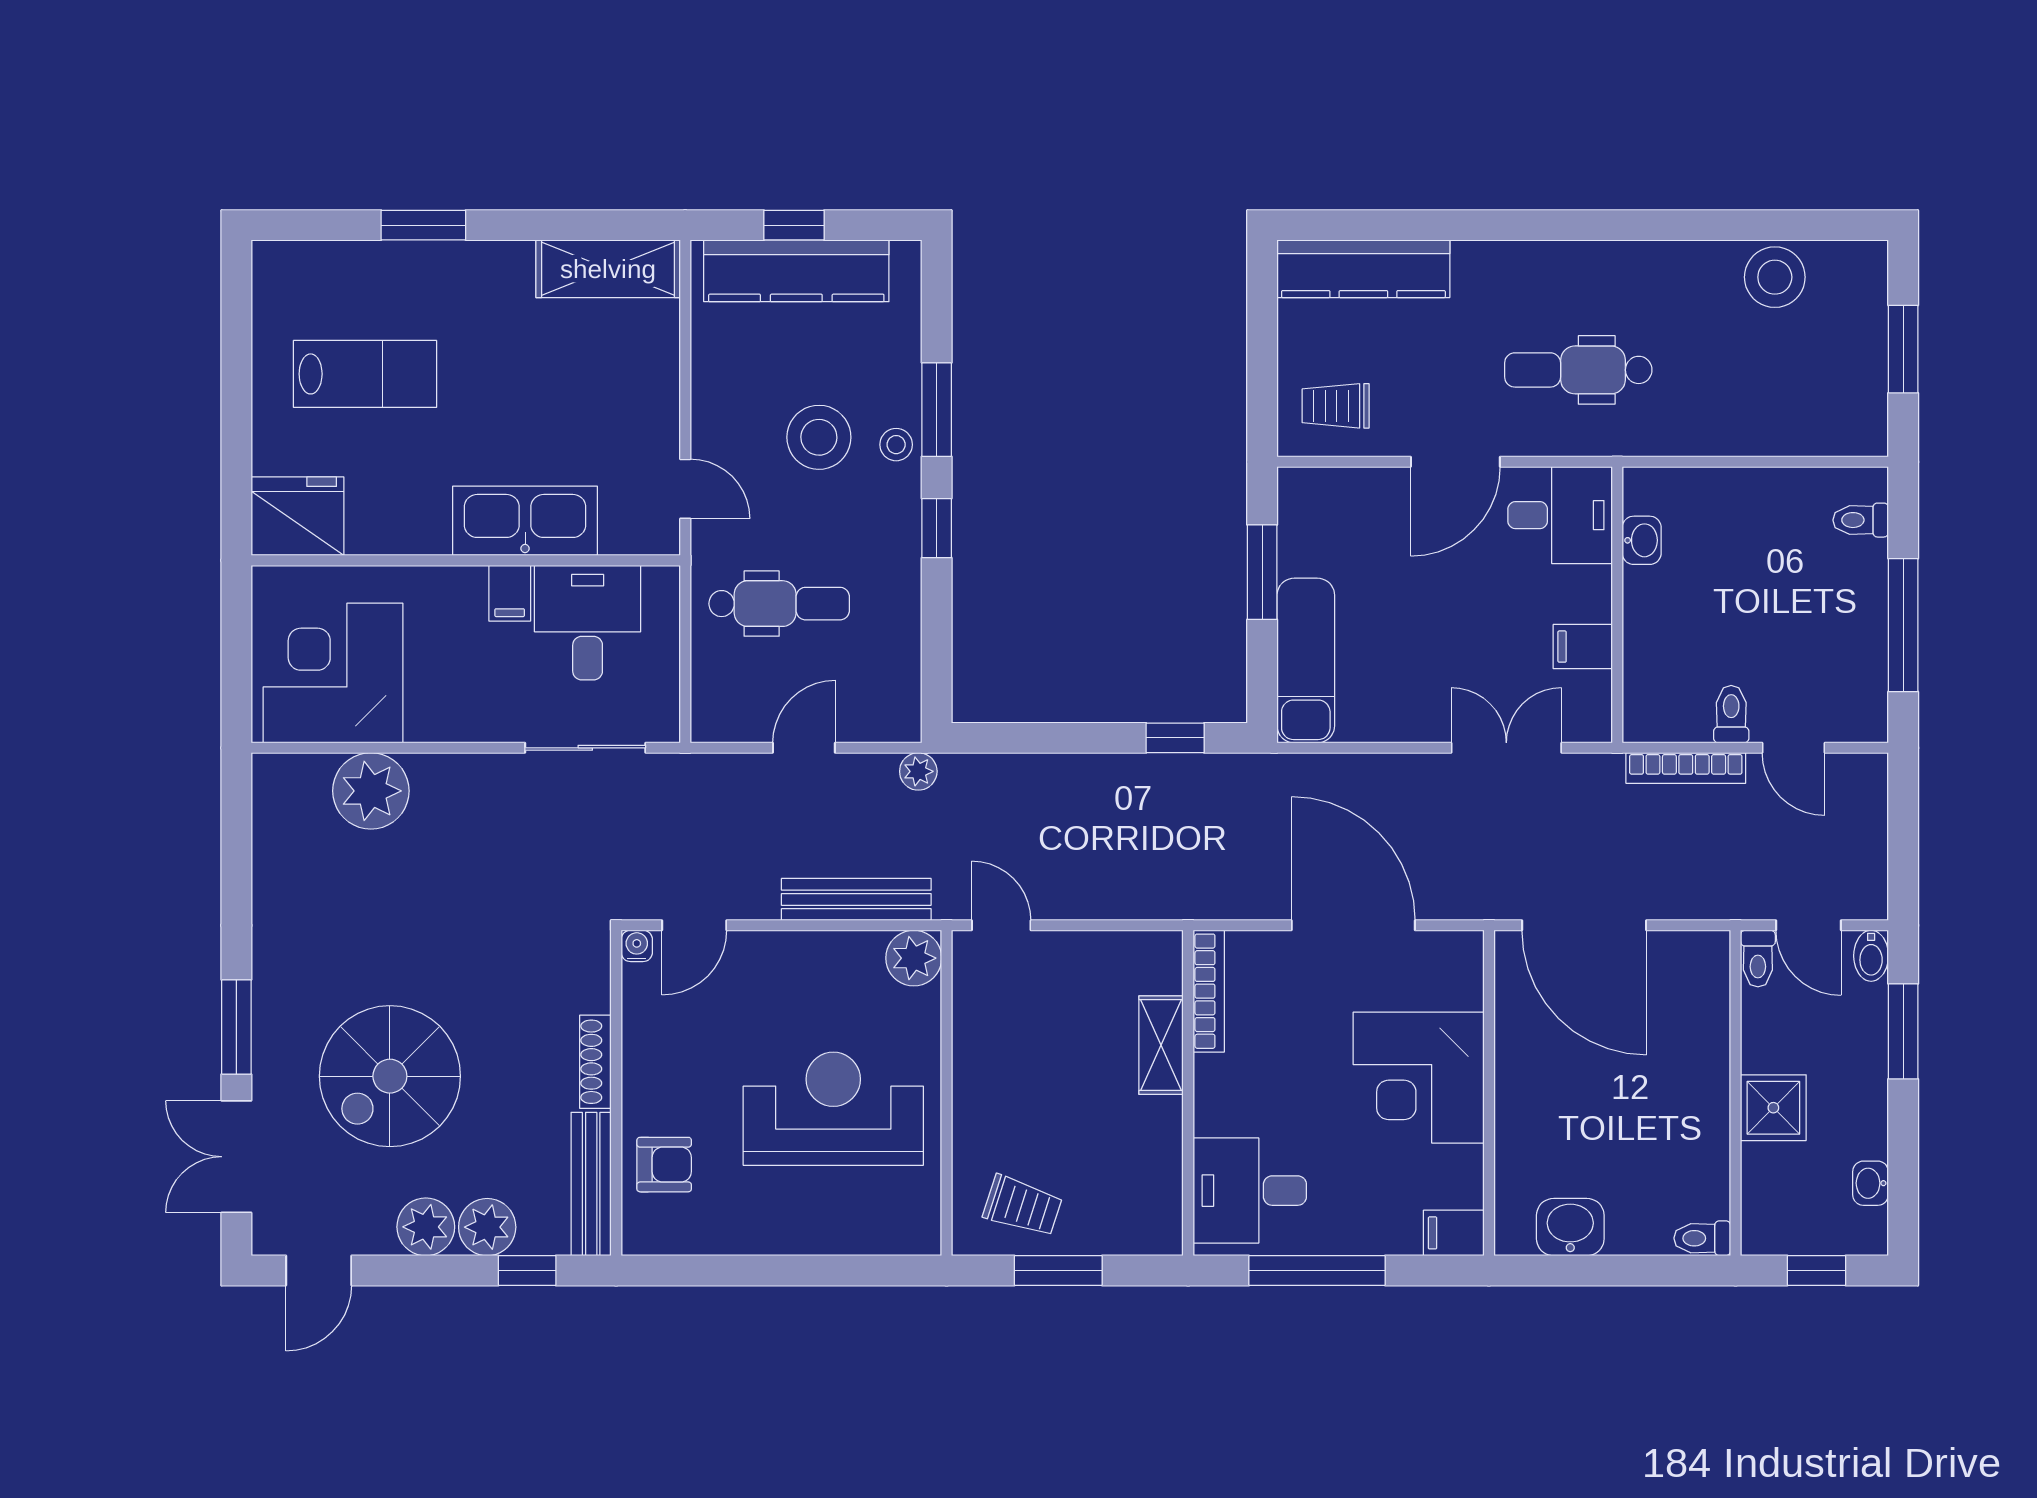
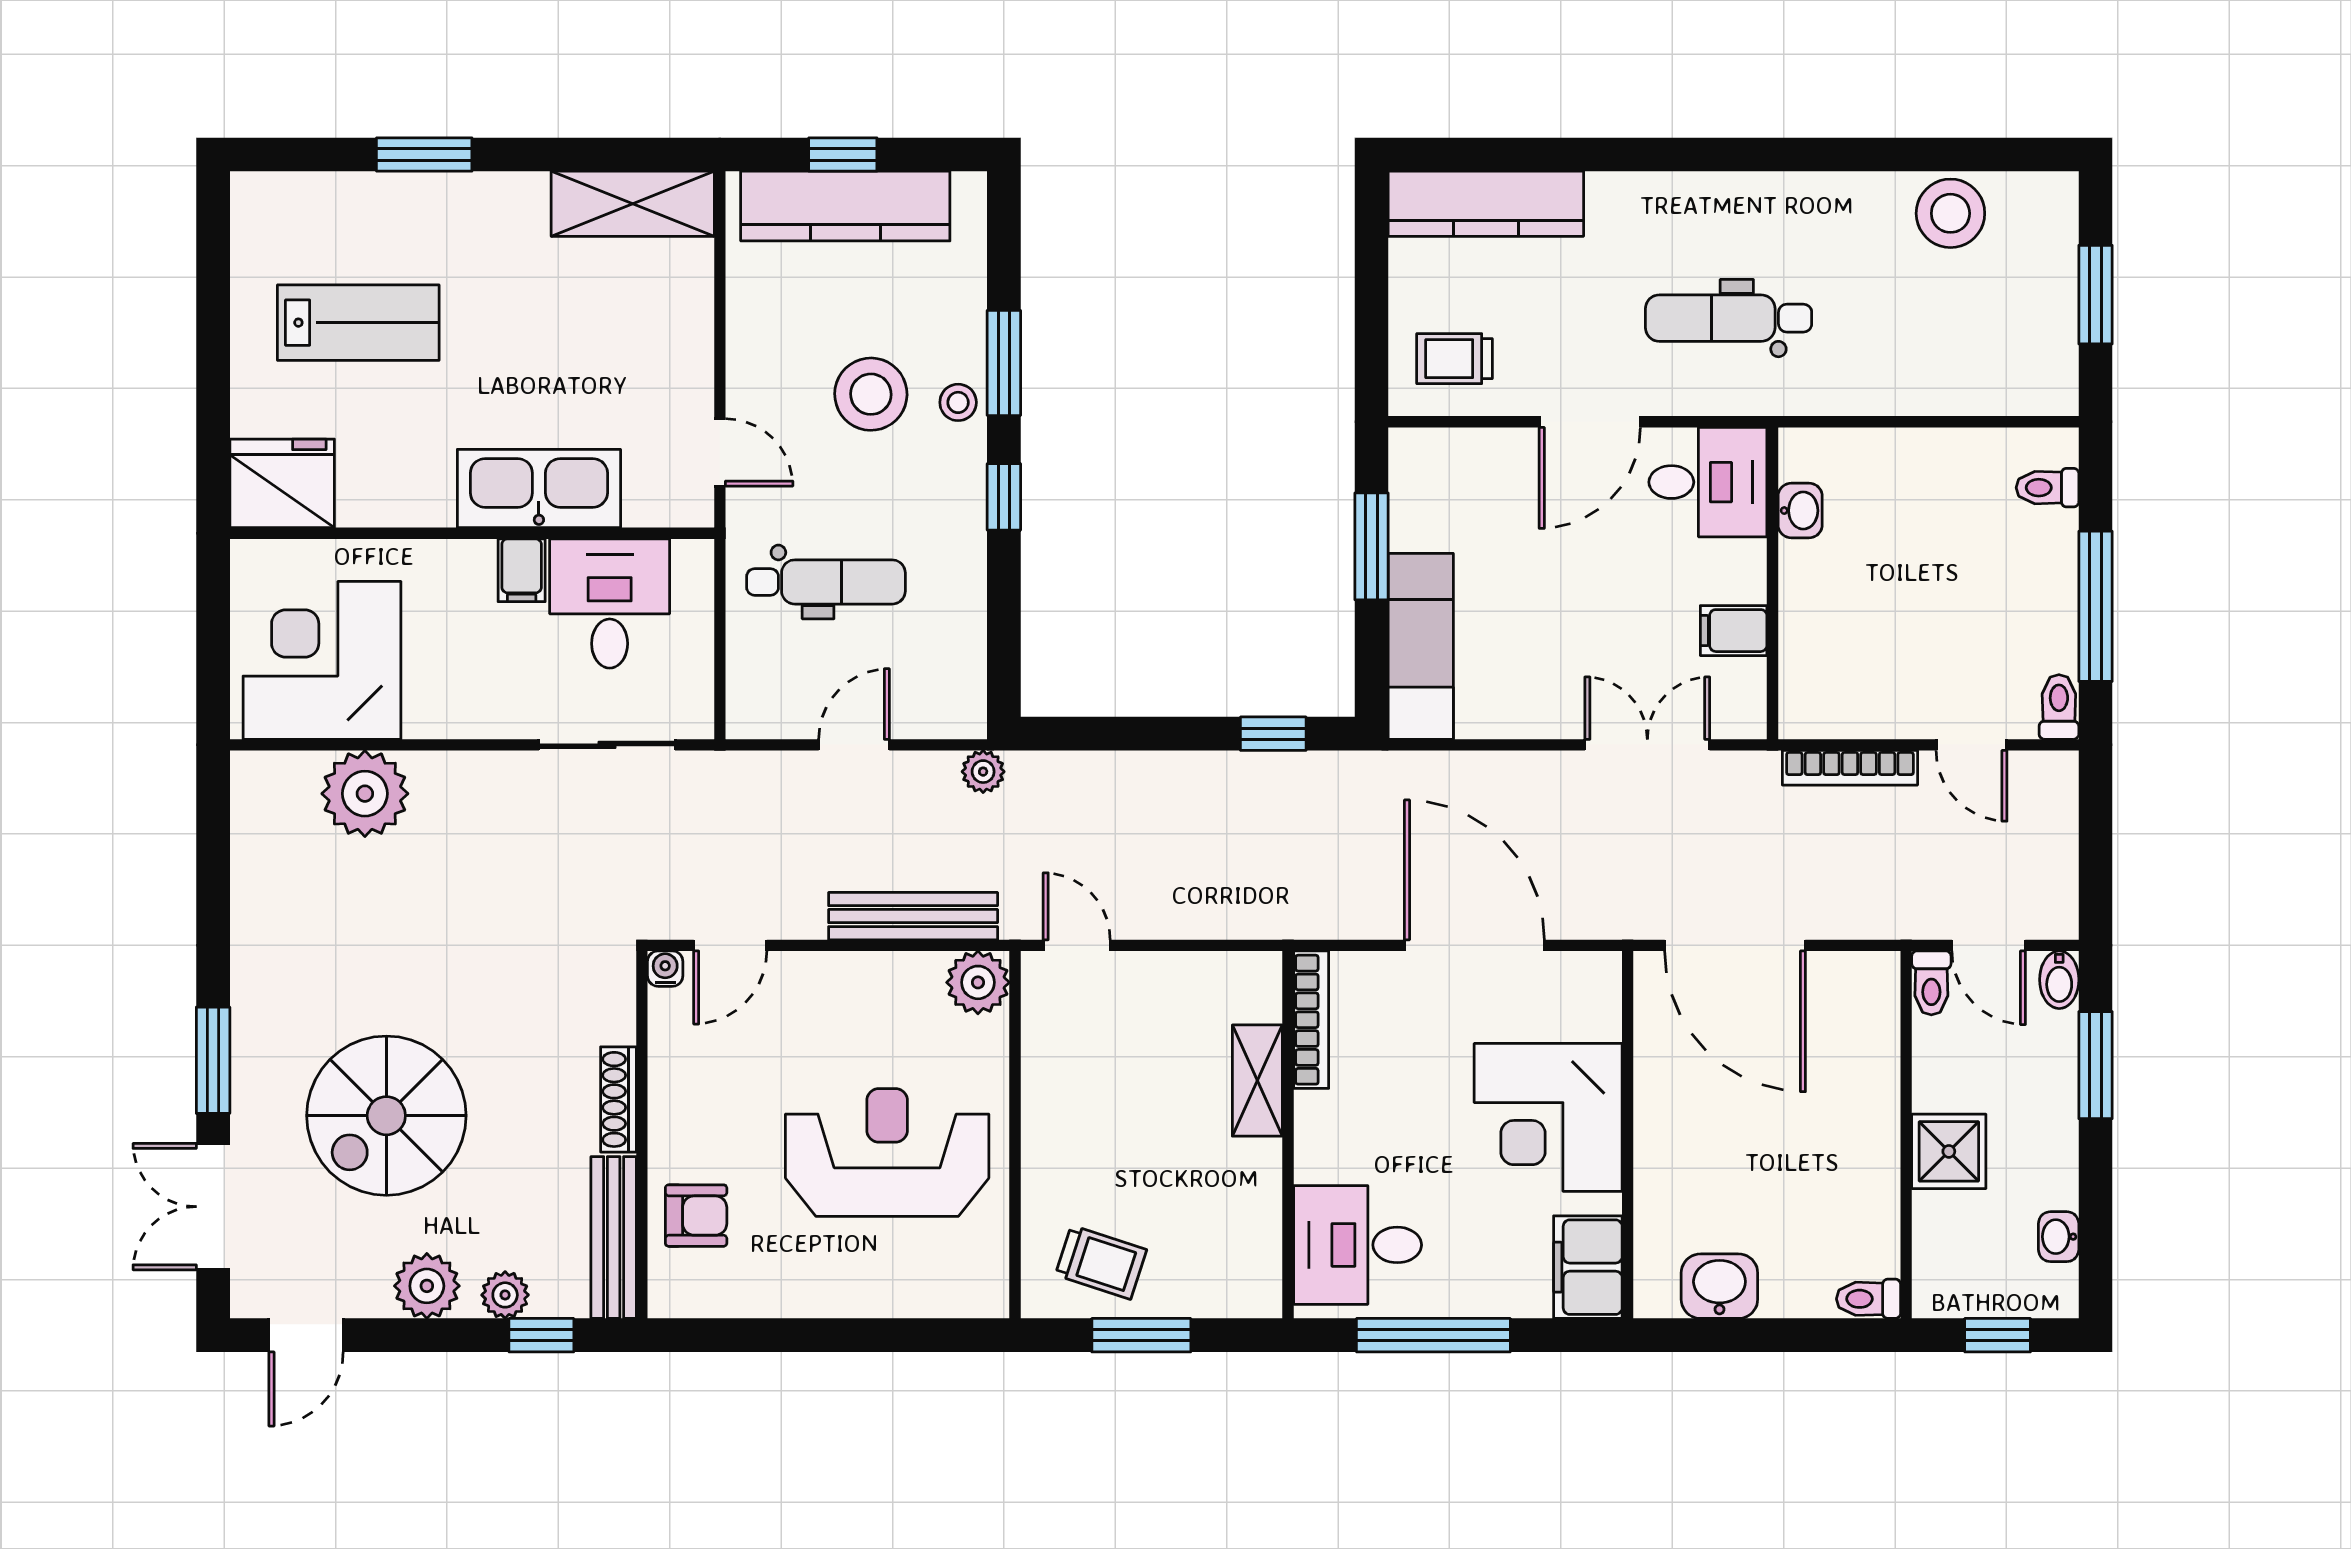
toilet: (1731, 714) -> (2059, 707), moved
plant: (487, 1227) -> (505, 1295), width x0.73, depth x0.73
filing cabinet: (1454, 1233) -> (1588, 1267), width x2.00

